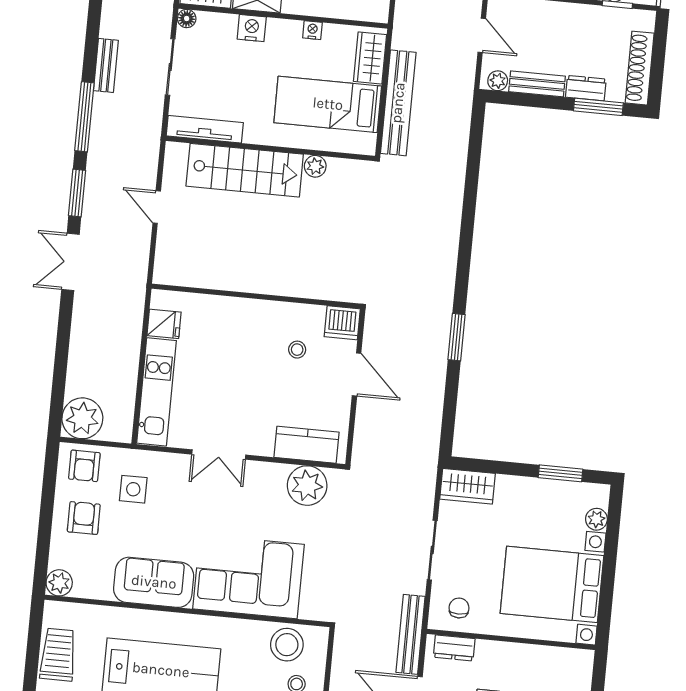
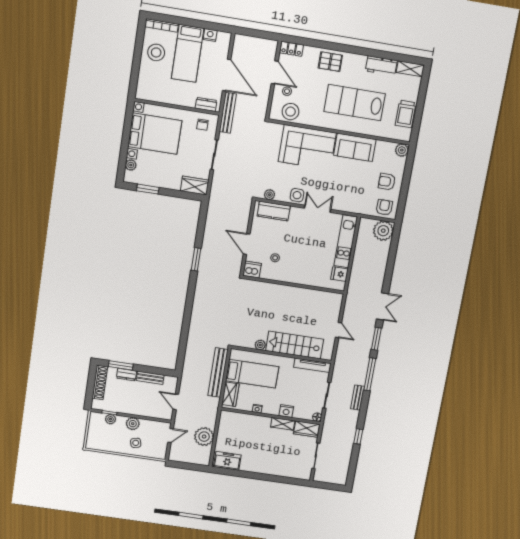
plant: (498, 81) -> (169, 380), removed
plant: (307, 486) -> (269, 195), width x0.53, depth x0.53
side table: (133, 489) -> (297, 195), moved
armchair: (84, 518) -> (387, 182), turned 90

